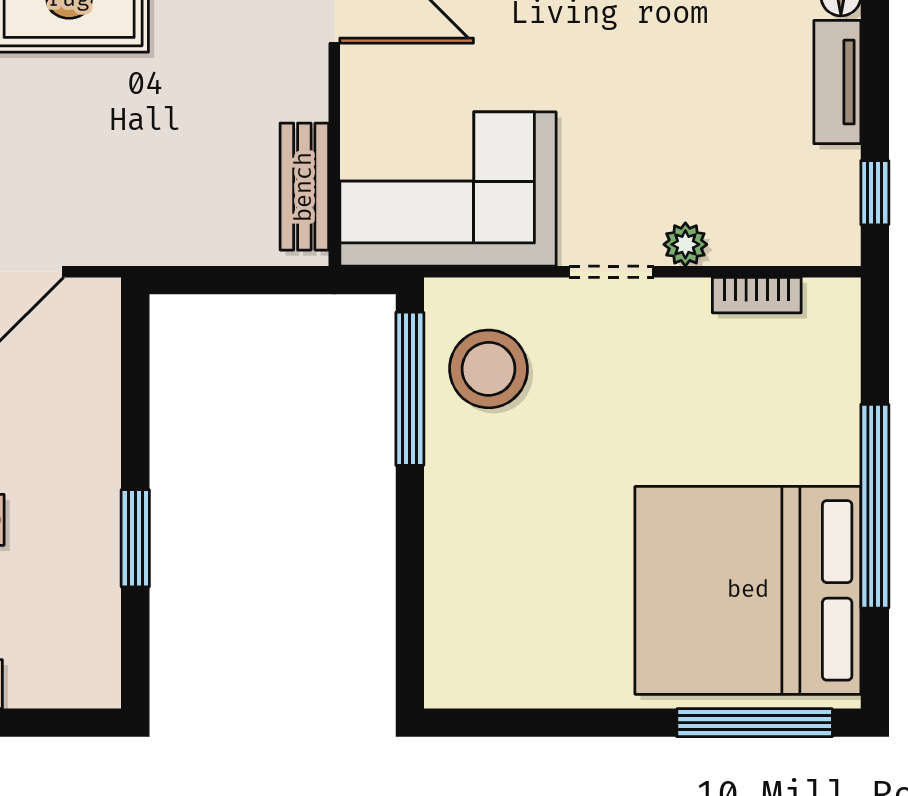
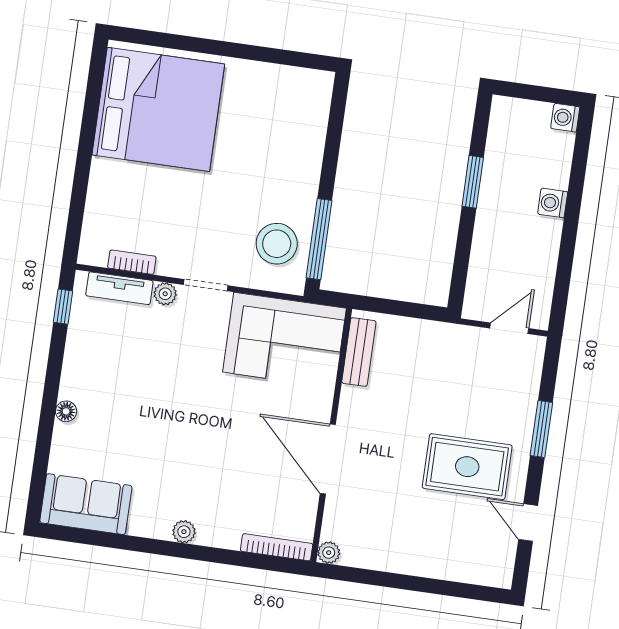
tv unit: (837, 82) -> (119, 288), moved, turned 90
window: (875, 506) -> (86, 144), removed
window: (755, 723) -> (165, 40), removed

